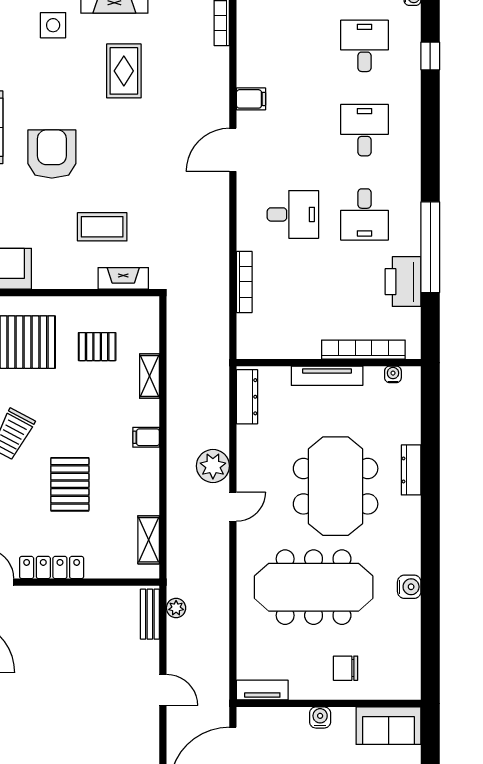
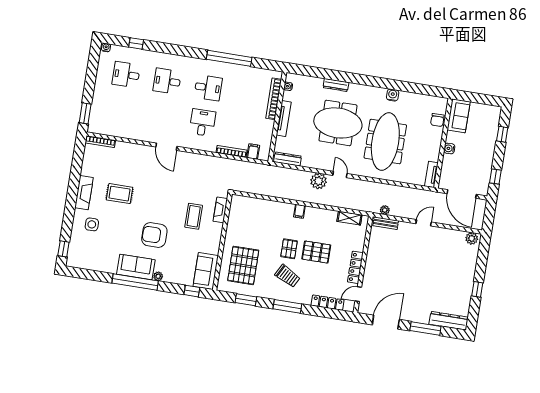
filing cabinet: (251, 99) -> (253, 152), moved
printer: (403, 282) -> (244, 74), removed
pallet: (97, 347) -> (289, 249), moved
shelving: (149, 376) -> (270, 205), removed
chair: (346, 668) -> (437, 120), moved

